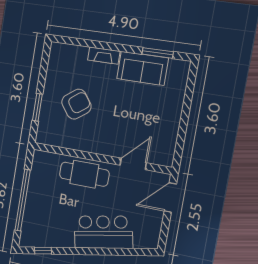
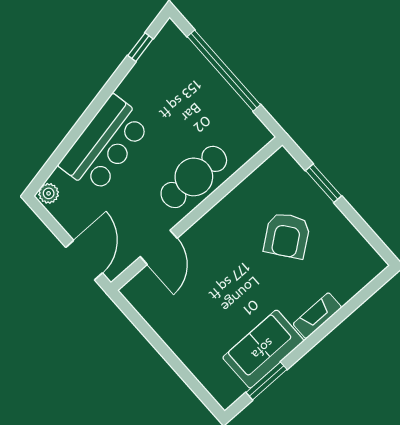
plant: (150, 242) -> (49, 193), added

